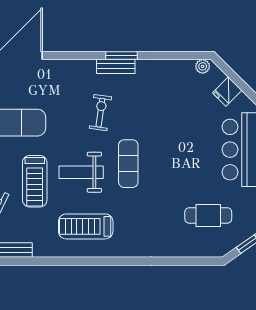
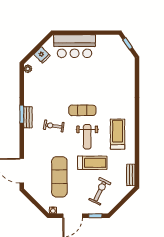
cafe table: (208, 215) -> (111, 66), removed
treadmill: (86, 226) -> (118, 134), turned 180

